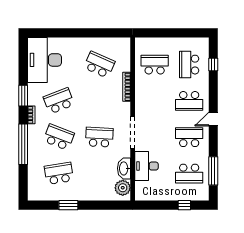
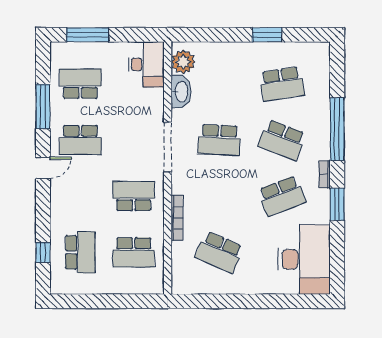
school desk: (189, 101) -> (134, 196), moved
desk: (146, 166) -> (146, 64), moved
window: (213, 171) -> (43, 107), moved
window: (184, 205) -> (88, 35), width x2.17

